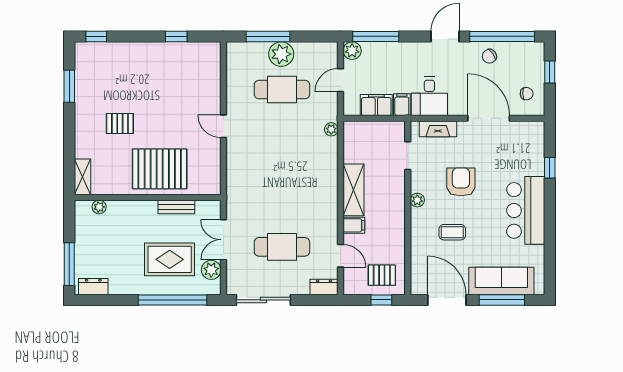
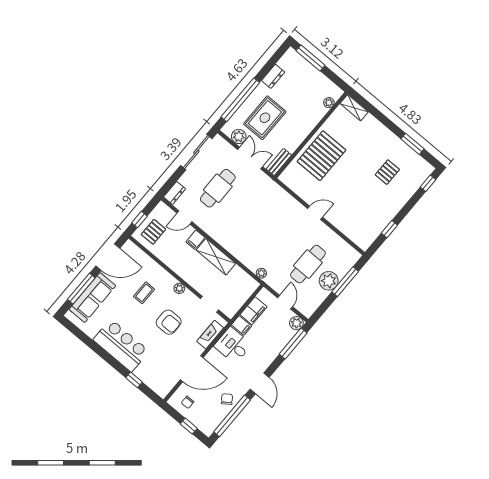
pallet: (120, 123) -> (387, 172), moved
bench: (176, 207) -> (279, 162), moved
dresser: (93, 287) -> (273, 76), moved

